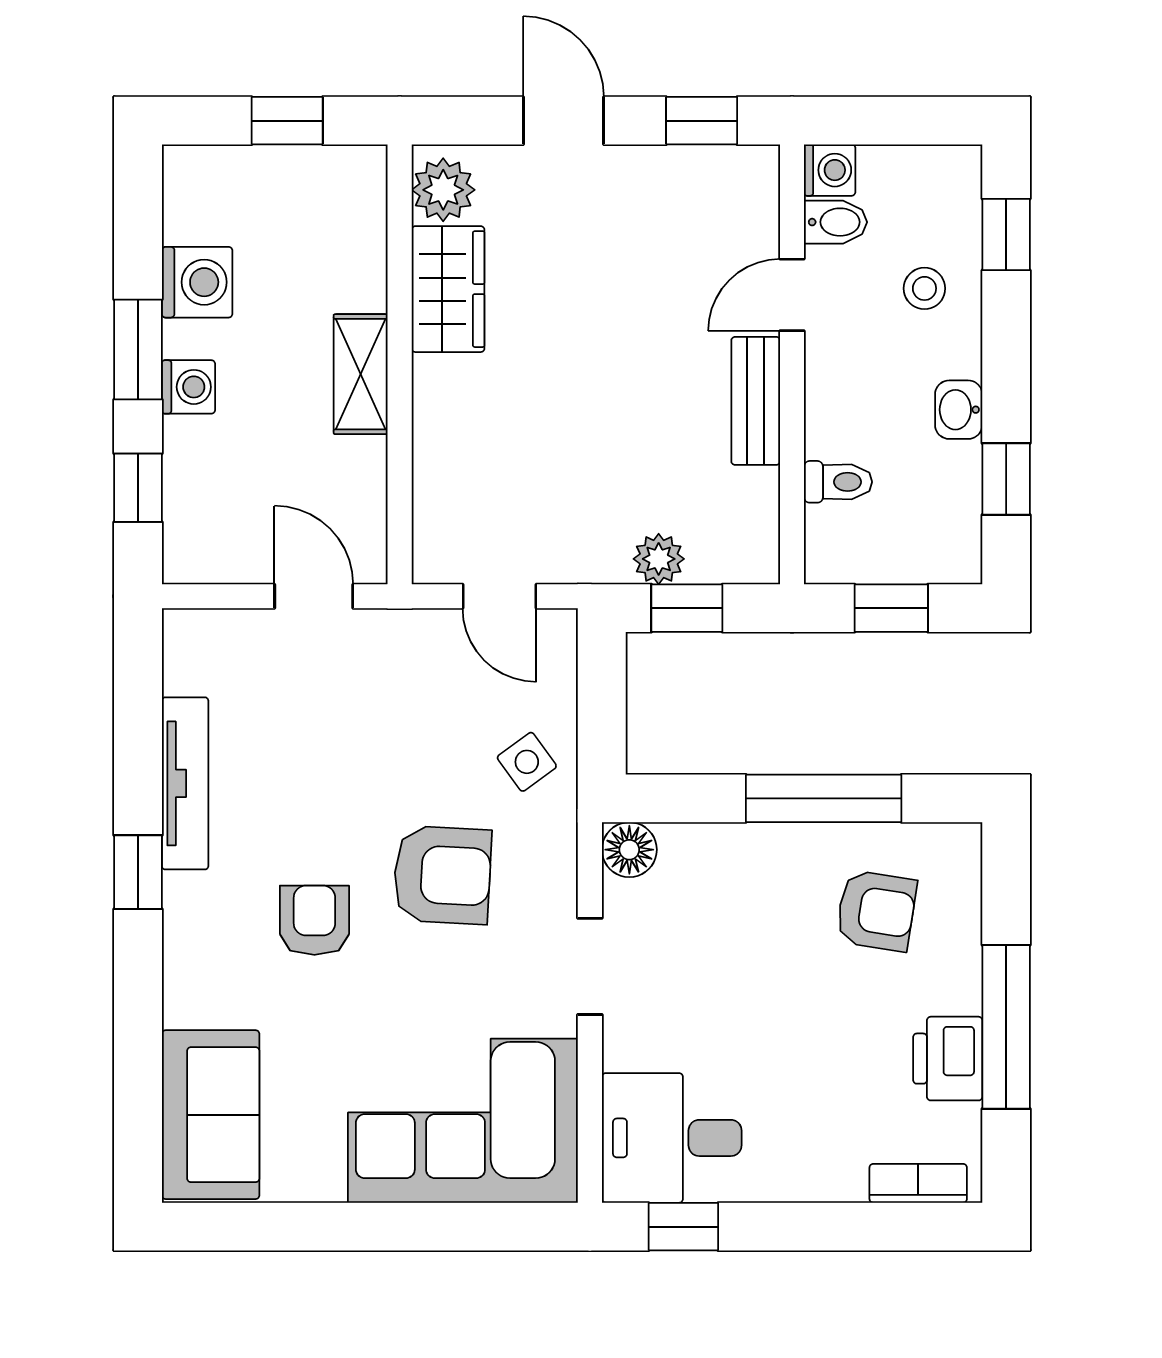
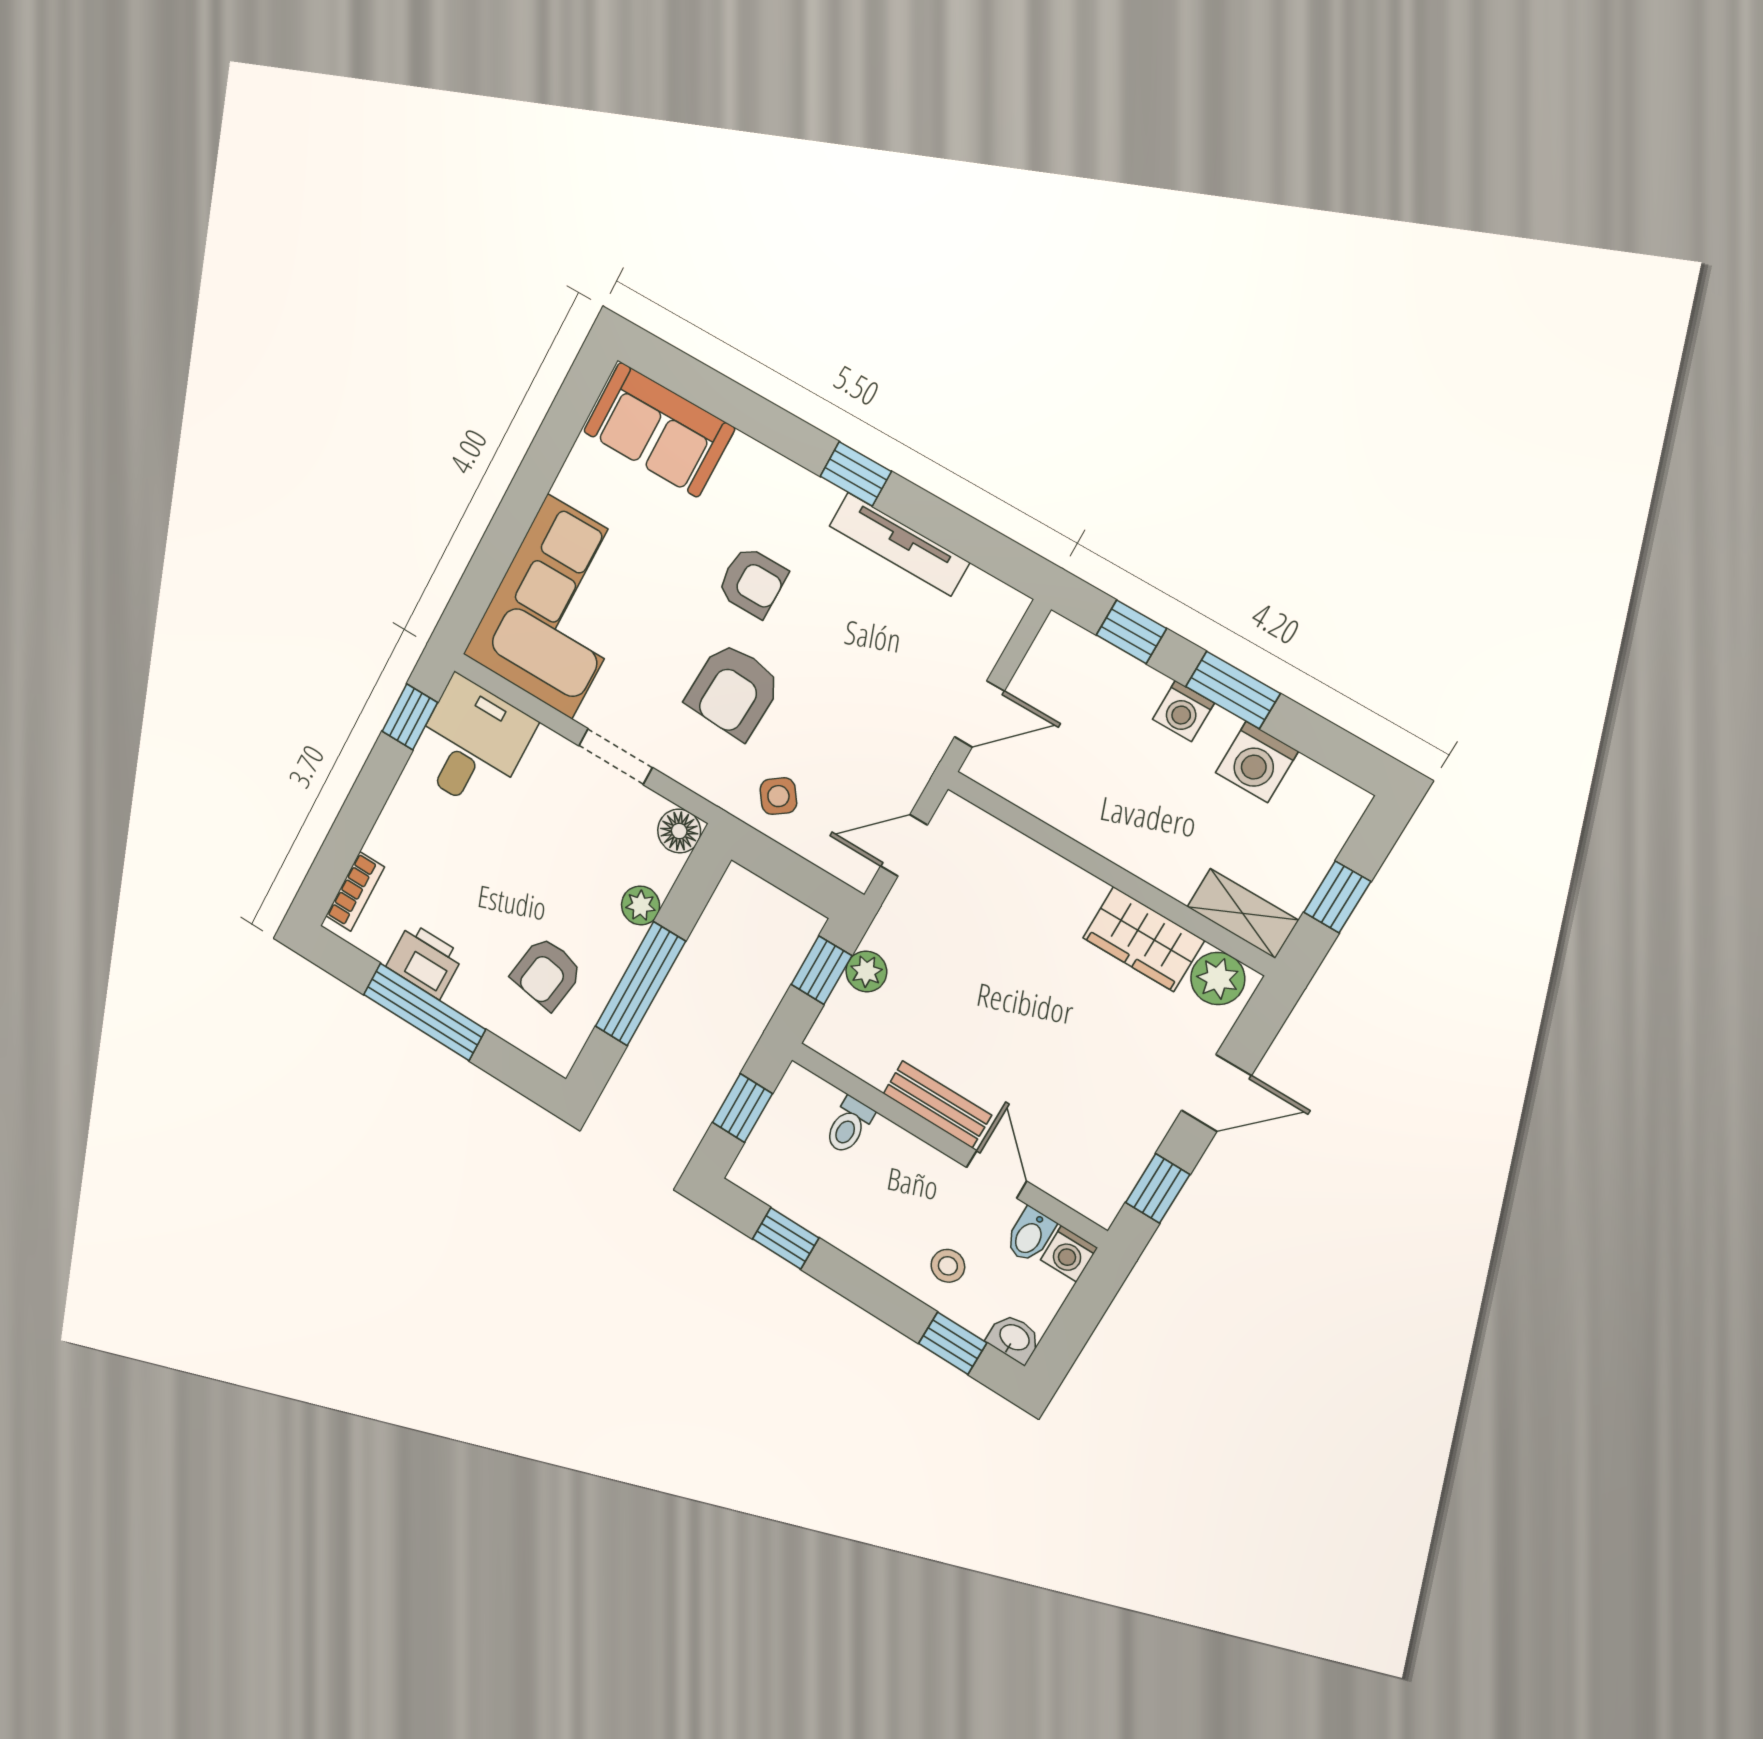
shelving: (361, 374) -> (1243, 914), moved
washbasin: (959, 410) -> (1014, 1338), moved
plant: (737, 847) -> (641, 905), added

